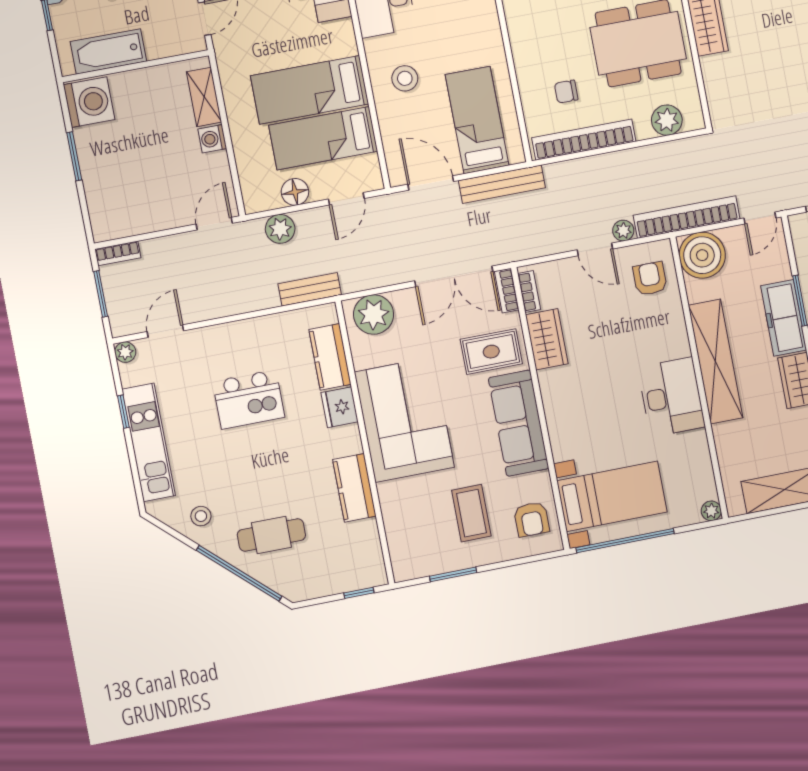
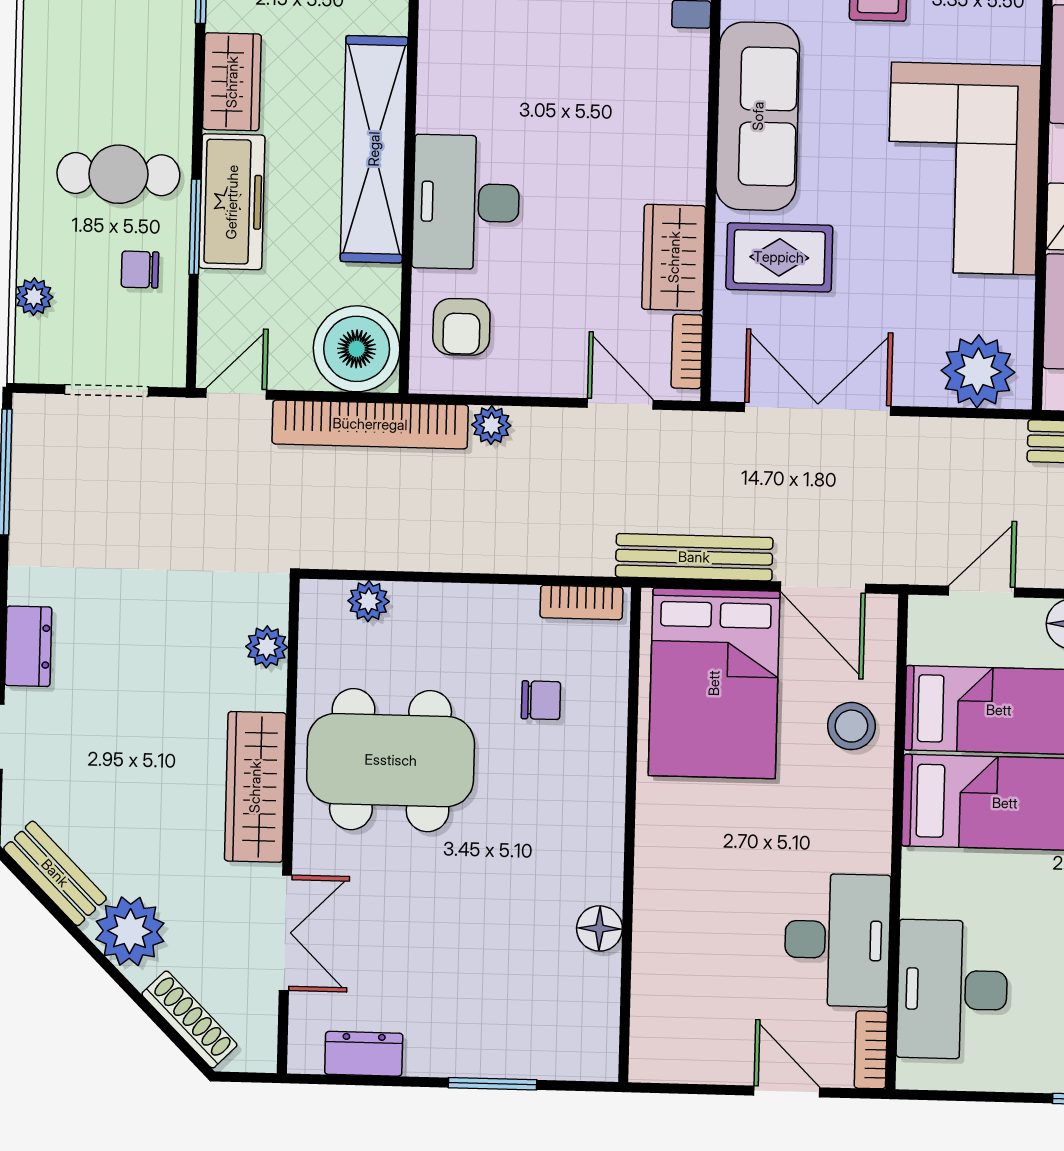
stool: (405, 78) -> (851, 726), moved
plant: (716, 89) -> (267, 647), added
bed: (477, 120) -> (714, 683), width x1.50
plant: (667, 120) -> (369, 601), width x0.73, depth x0.73
bookcase: (584, 140) -> (581, 602), width x0.43, depth x0.76
door: (595, 249) -> (620, 404), moved
bookcase: (507, 291) -> (727, 362), removed
desk: (671, 397) -> (466, 202), moved

